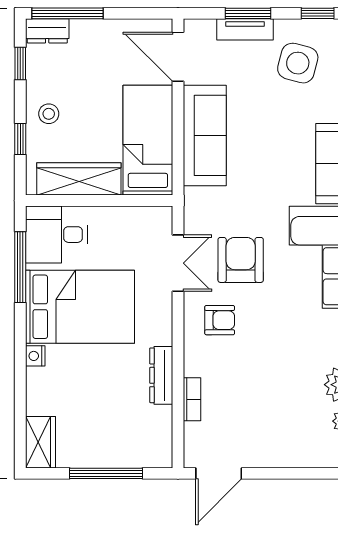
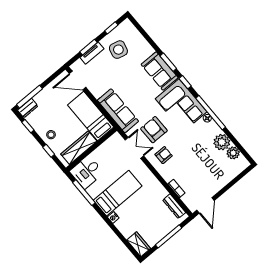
sofa: (205, 135) -> (118, 111), moved
bed: (80, 307) -> (118, 193), width x0.67
dresser: (161, 375) -> (174, 206), moved

